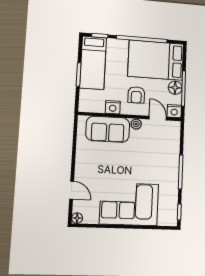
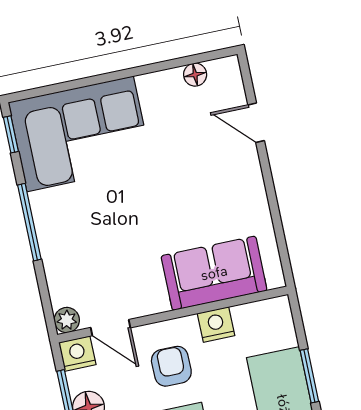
plant: (136, 124) -> (67, 320), moved
corner sofa: (129, 204) -> (80, 134), moved
floor lamp: (77, 218) -> (195, 75), moved

